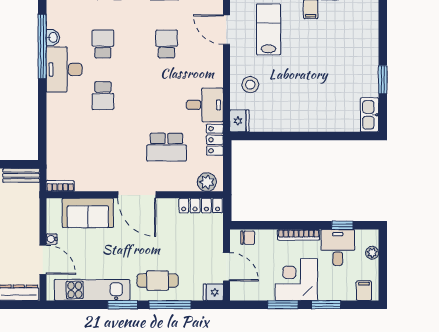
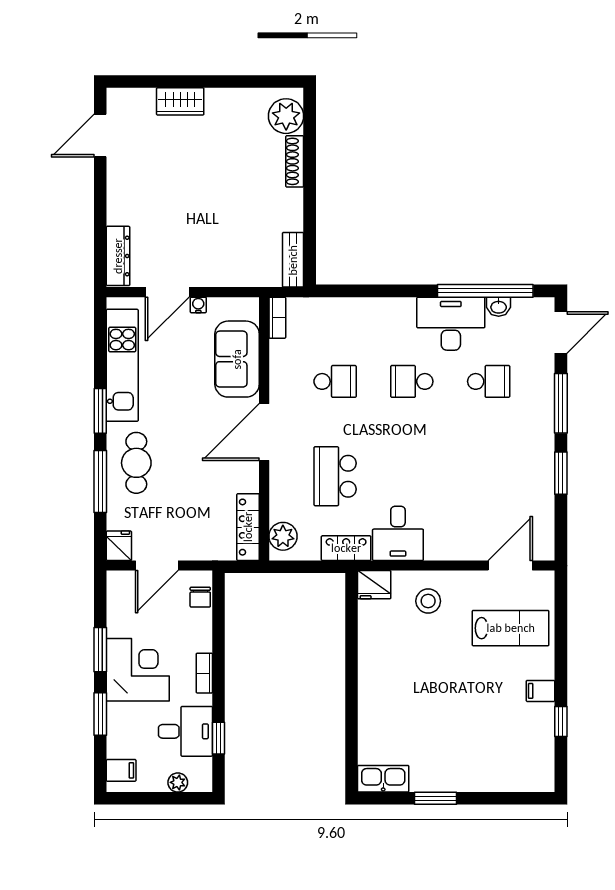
school desk: (167, 44) -> (335, 381), moved
bookcase: (299, 235) -> (204, 673), width x0.64

